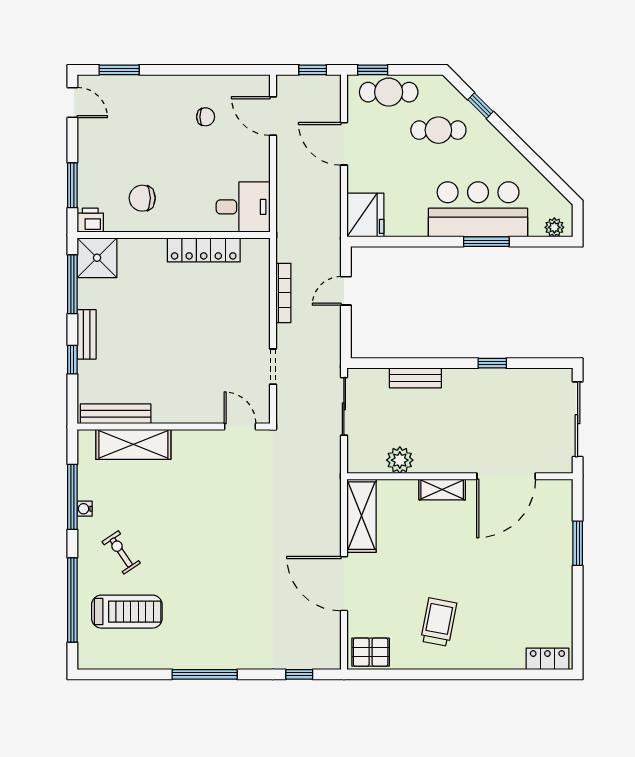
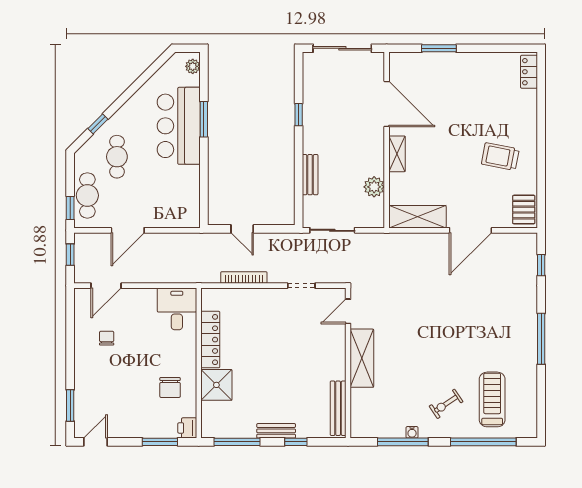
fridge: (365, 215) -> (183, 214), removed
shower: (97, 258) -> (216, 385), moved
shelving: (133, 444) -> (362, 358), moved

